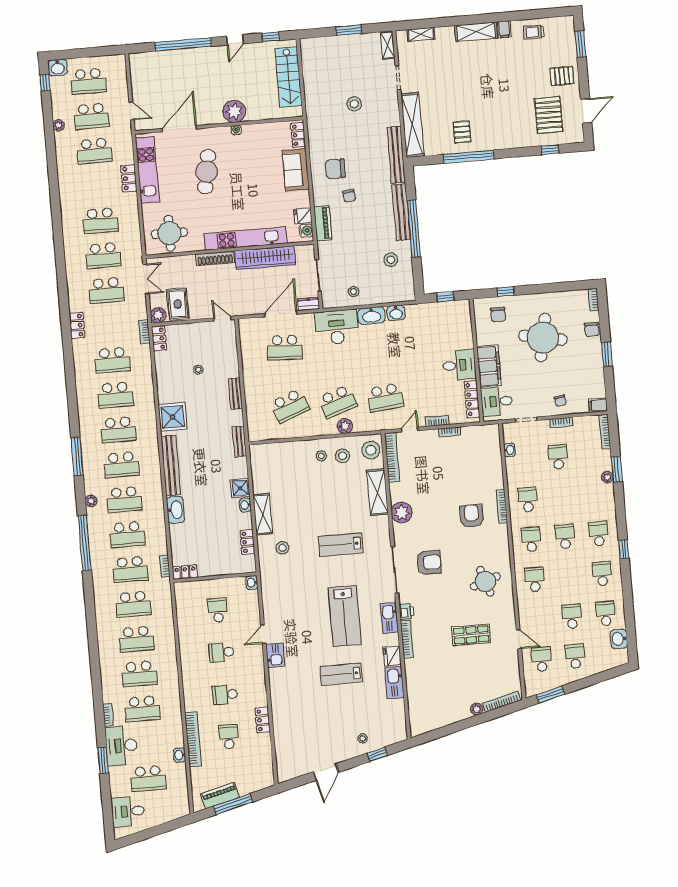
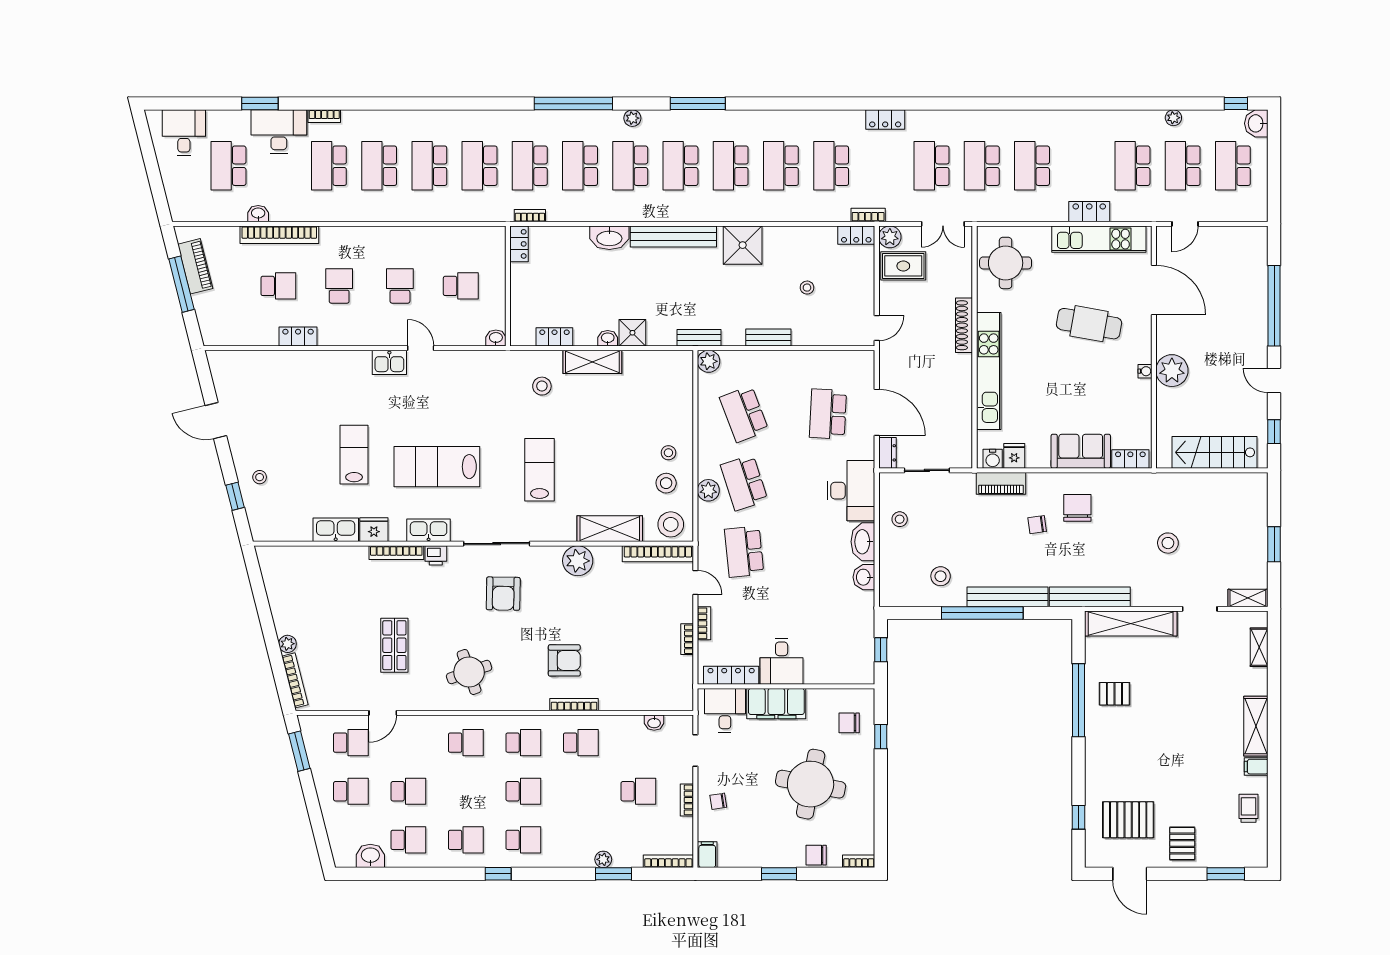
wardrobe: (265, 258) -> (959, 397), removed
plant: (255, 434) -> (709, 361), added

